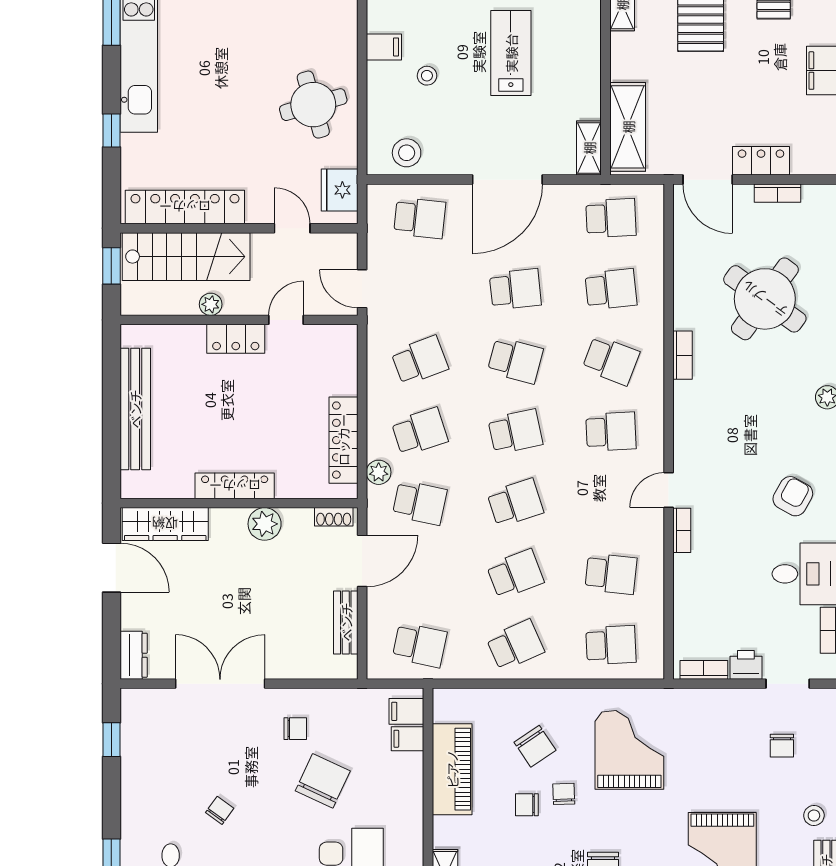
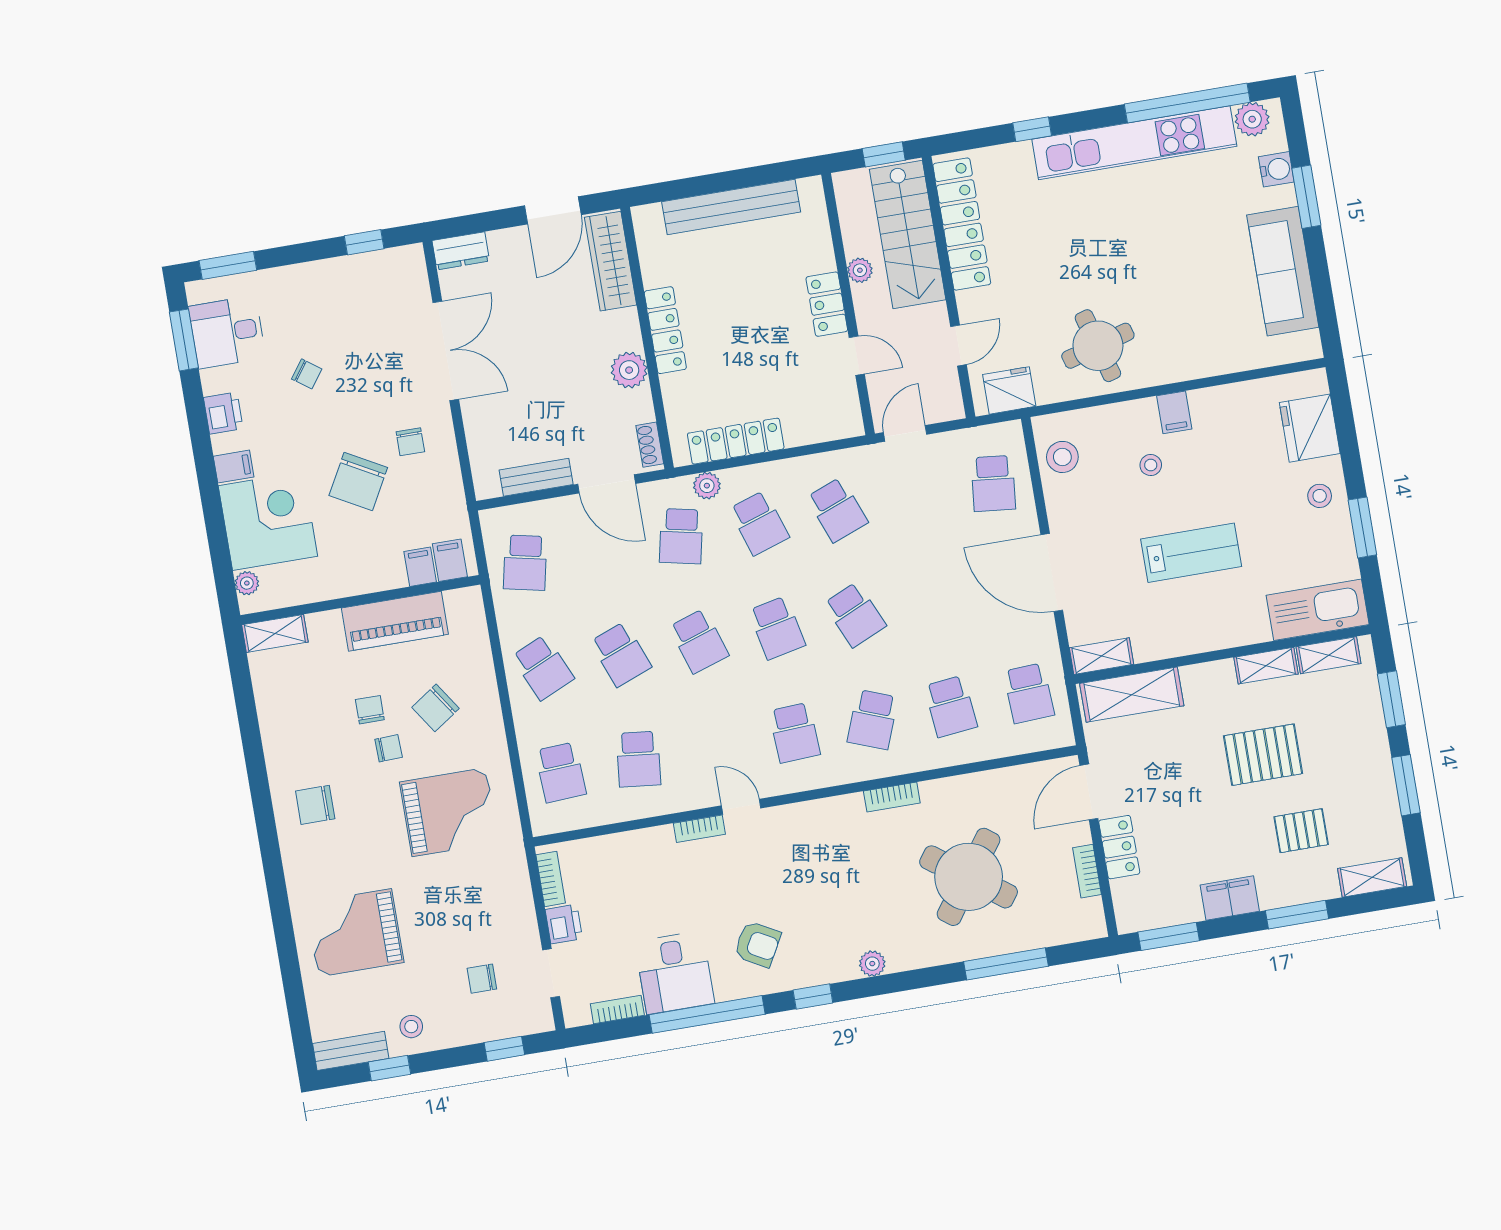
school desk: (515, 289) -> (933, 602), removed
school desk: (515, 360) -> (855, 615), turned -39
chair: (323, 781) -> (358, 482), turned 94

